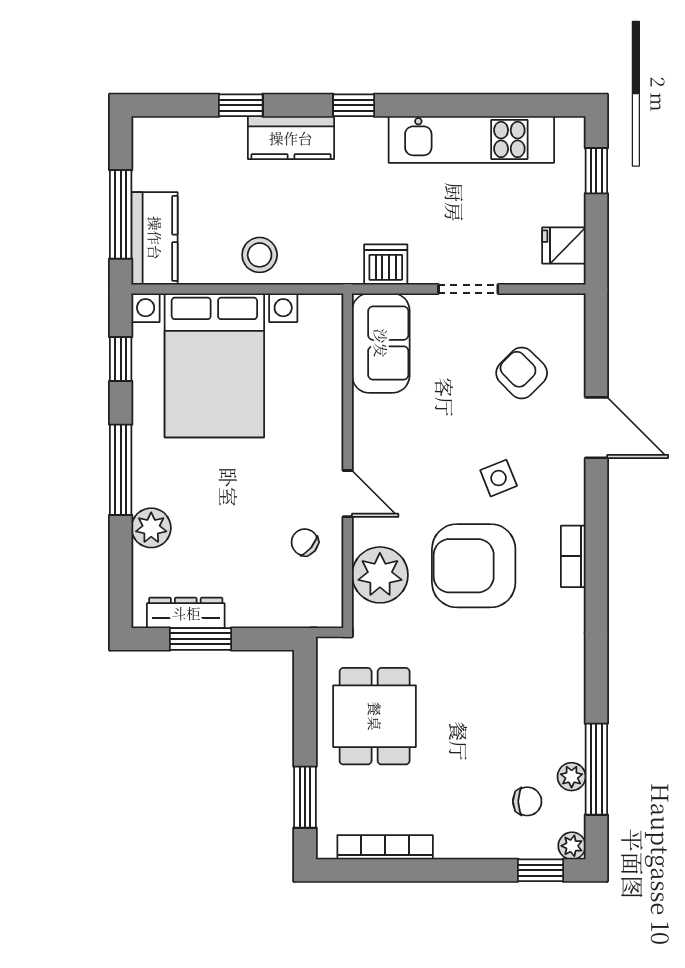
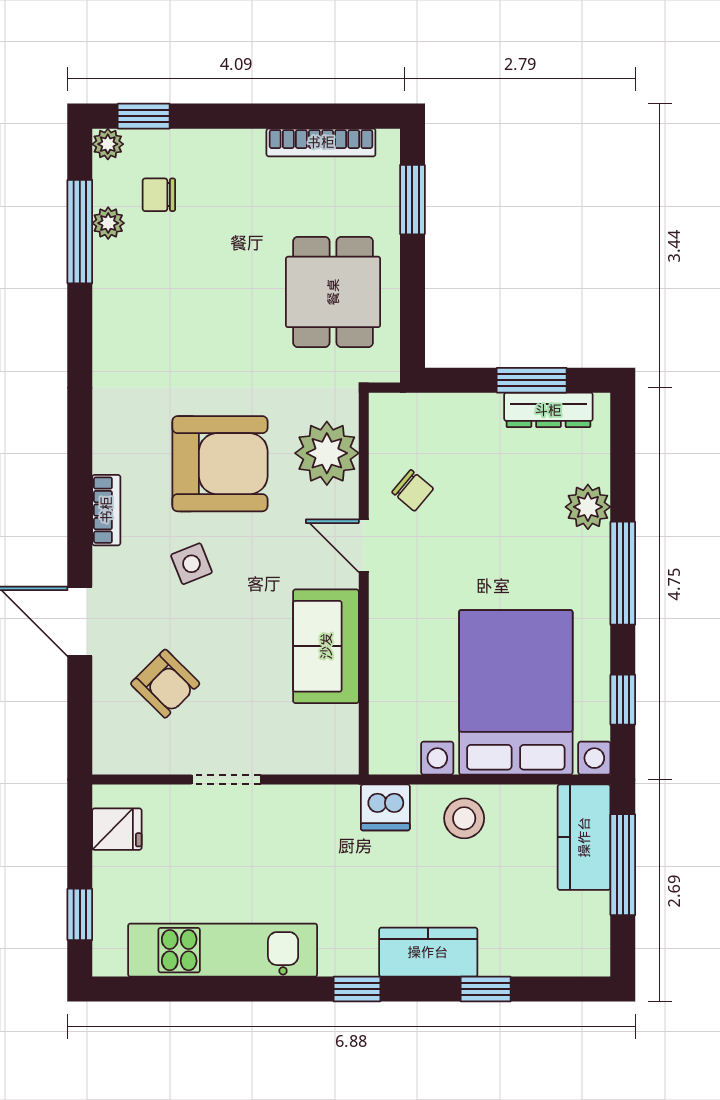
dishwasher: (386, 264) -> (385, 807), moved
sofa: (381, 343) -> (326, 646), moved
bookcase: (573, 556) -> (106, 510), moved

